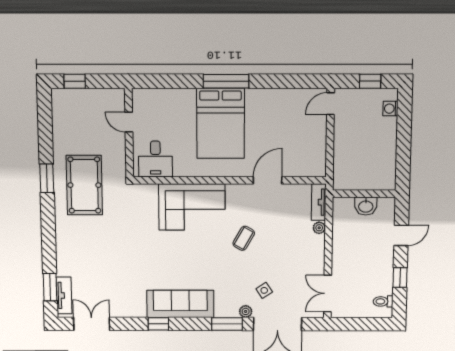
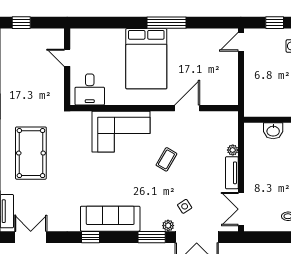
window: (226, 81) -> (166, 23), moved
pool table: (84, 185) -> (31, 153), moved
tv unit: (319, 202) -> (232, 173), moved

